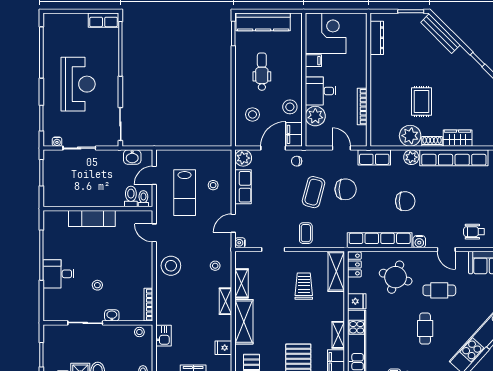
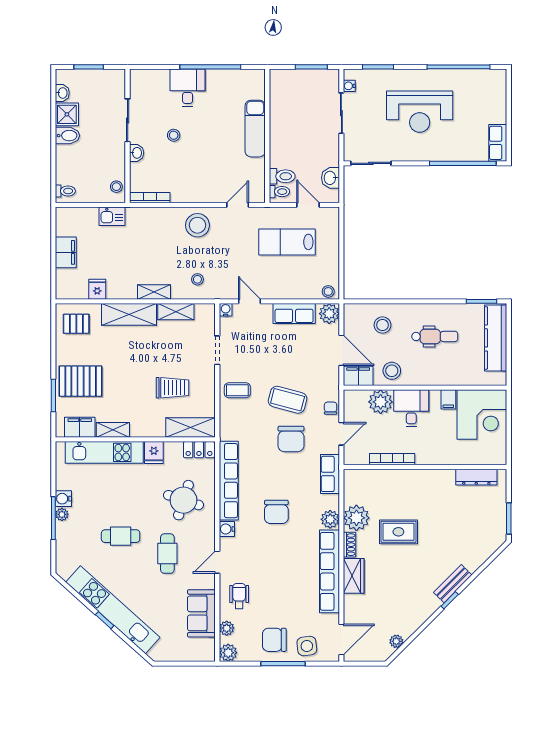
bench: (440, 34) -> (453, 584), moved, width x0.73
chair: (297, 161) -> (331, 408), moved
stool: (213, 185) -> (328, 291), moved

